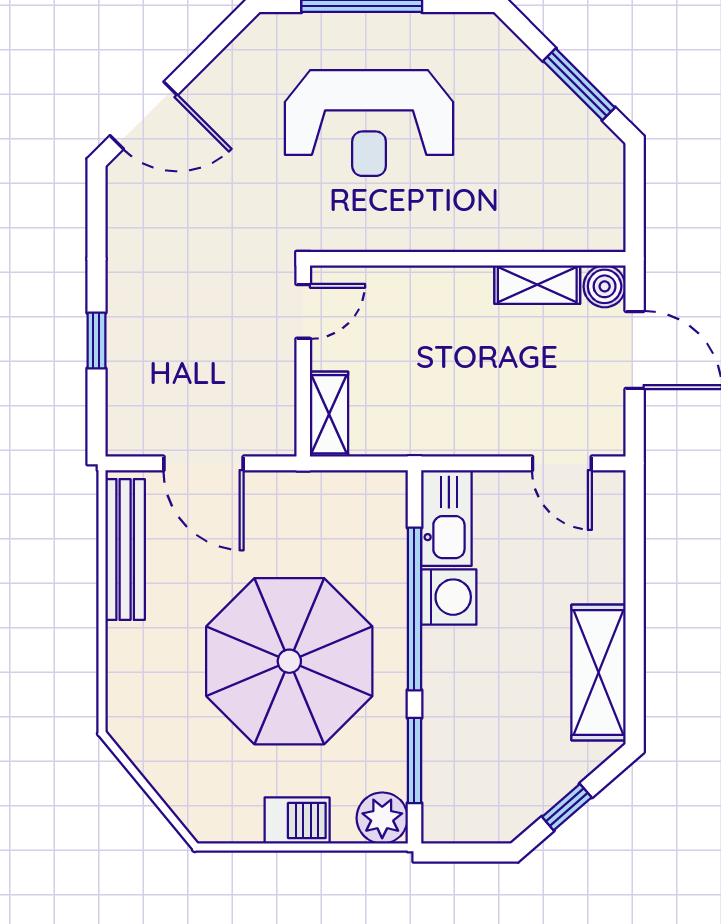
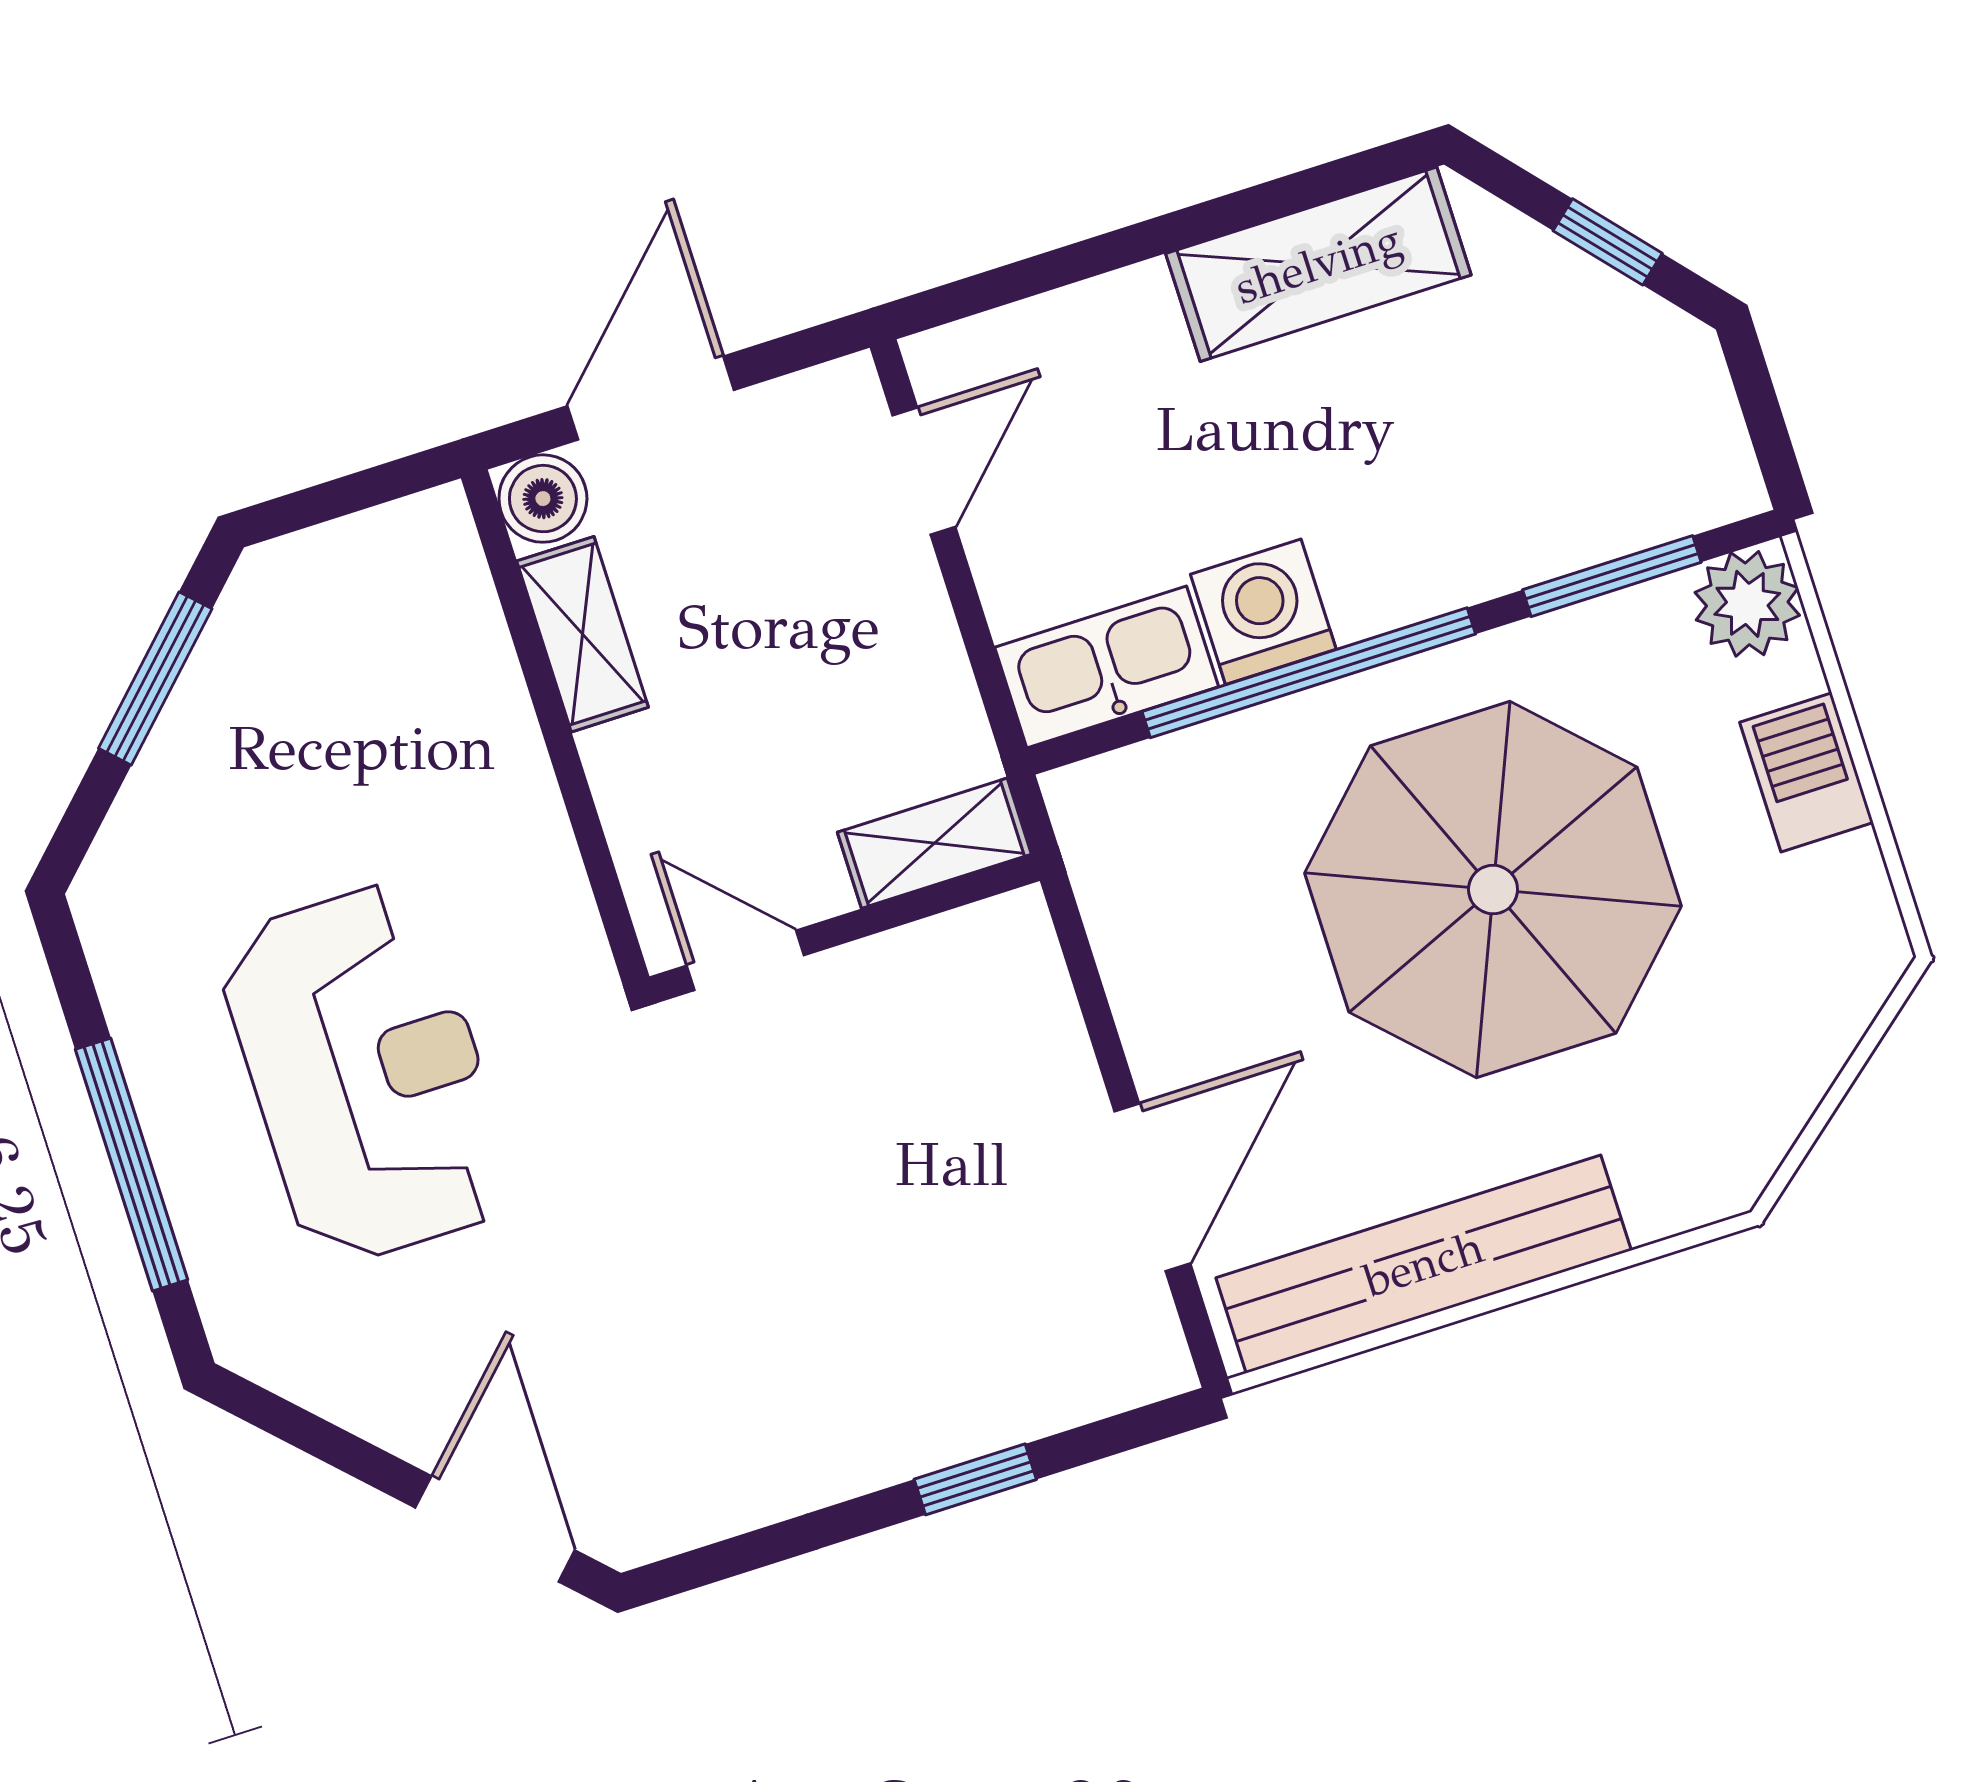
door: (303, 311) -> (745, 960), moved
wall: (303, 361) -> (845, 929), moved
shelving: (329, 414) -> (934, 843), moved
bench: (125, 550) -> (1424, 1264), width x1.37, depth x1.21

